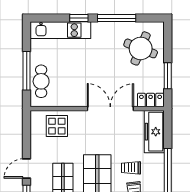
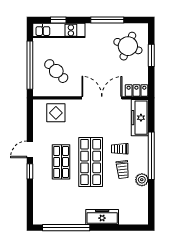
window: (79, 18) -> (58, 20), moved
window: (27, 71) -> (30, 65), width x1.46
window: (168, 76) -> (151, 55), moved
cafe table: (41, 81) -> (56, 71), moved, turned -45

